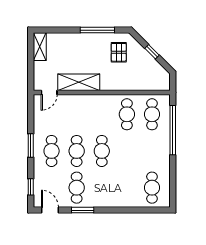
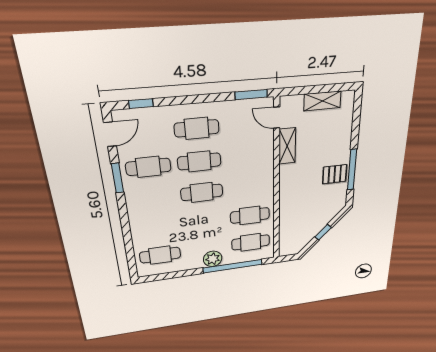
shelving: (40, 47) -> (322, 101), moved
pallet: (119, 52) -> (335, 174), moved
shelving: (79, 82) -> (287, 146), width x0.67, depth x0.75
window: (31, 145) -> (251, 95), moved
plant: (163, 146) -> (213, 259), added

